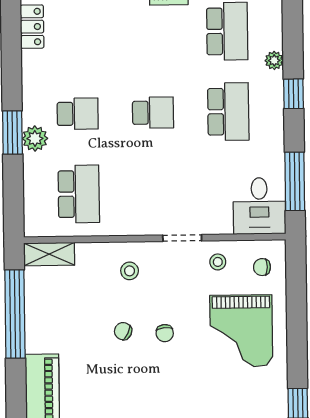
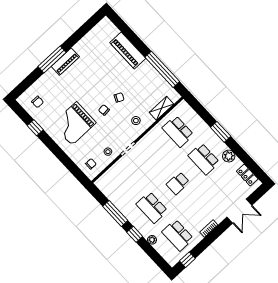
school desk: (78, 114) -> (204, 159), width x1.85
plant: (35, 138) -> (229, 156), moved
window: (295, 181) -> (115, 213), moved
desk: (259, 206) -> (111, 184), removed
shelving: (49, 254) -> (161, 108), moved
grand piano: (241, 331) -> (74, 124), moved, turned -90

